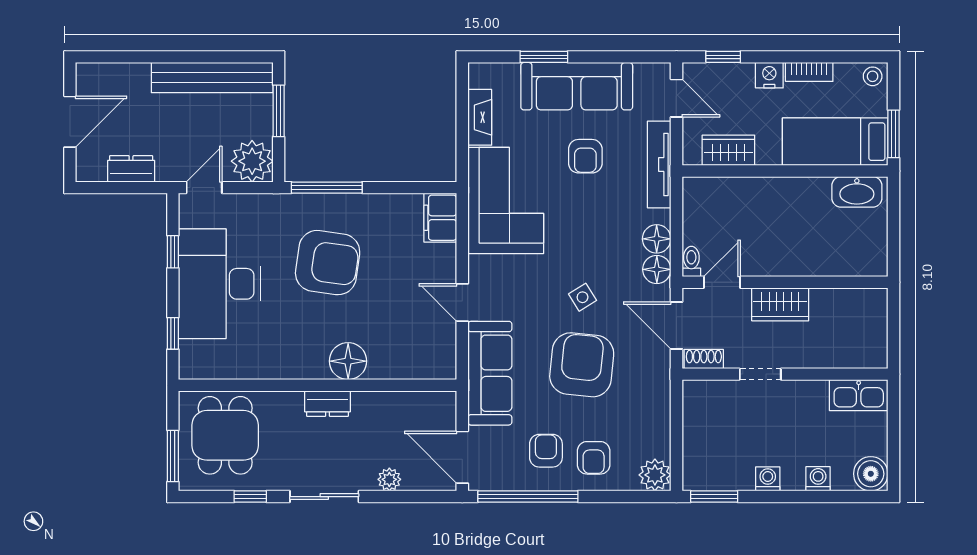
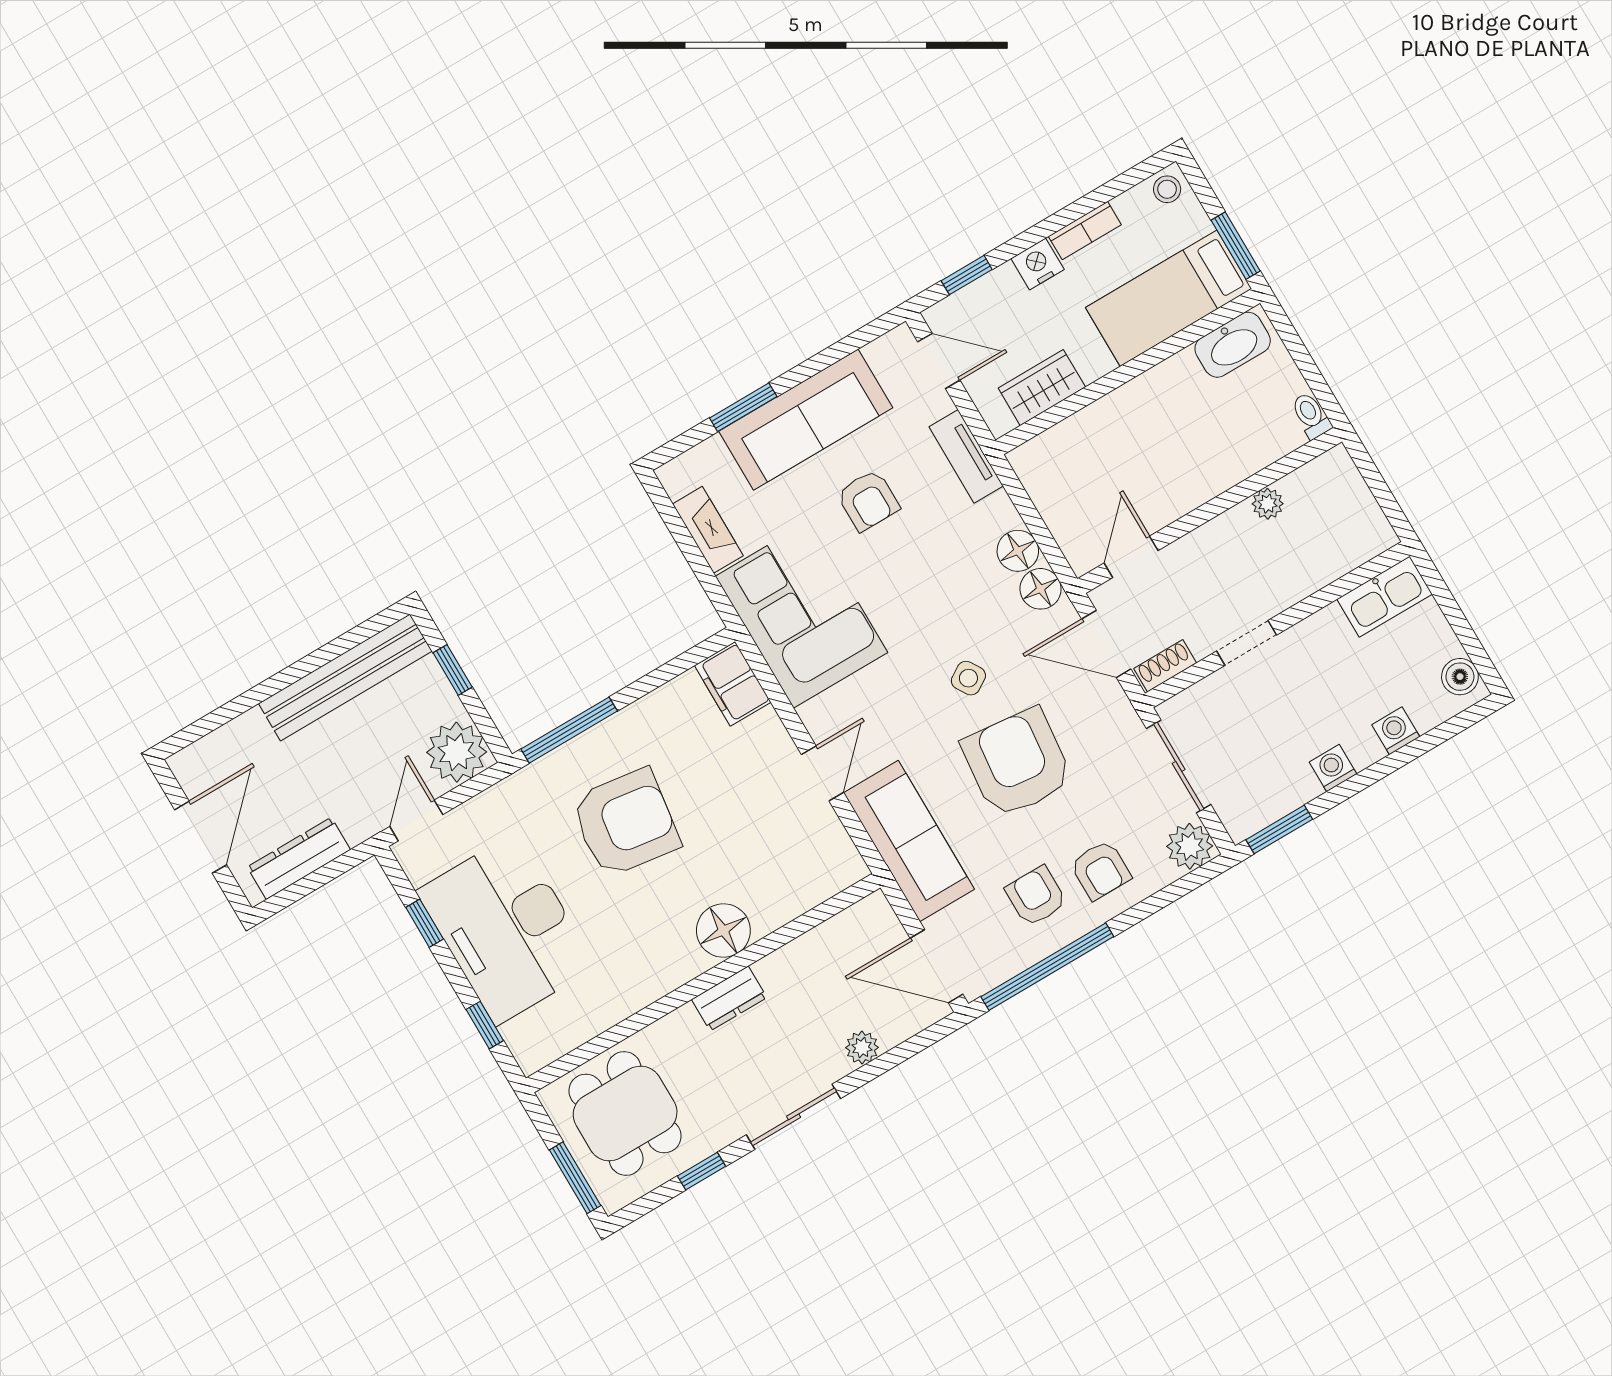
window: (279, 111) -> (453, 670), width x0.67
tv unit: (659, 164) -> (966, 456), width x0.71
dresser: (131, 169) -> (299, 858), width x1.44
toilet: (691, 262) -> (1311, 416), moved
plant: (822, 299) -> (1268, 504), added
door: (462, 303) -> (823, 773), swing flipped
wardrobe: (780, 304) -> (1220, 541), removed
sliding door: (676, 424) -> (1179, 766), added
boiler: (871, 474) -> (1460, 677), width x0.73, depth x0.73

